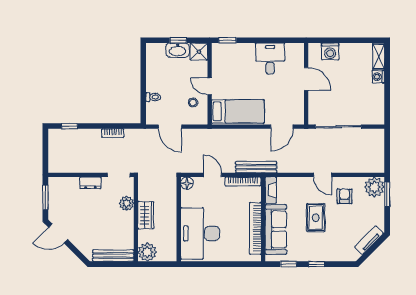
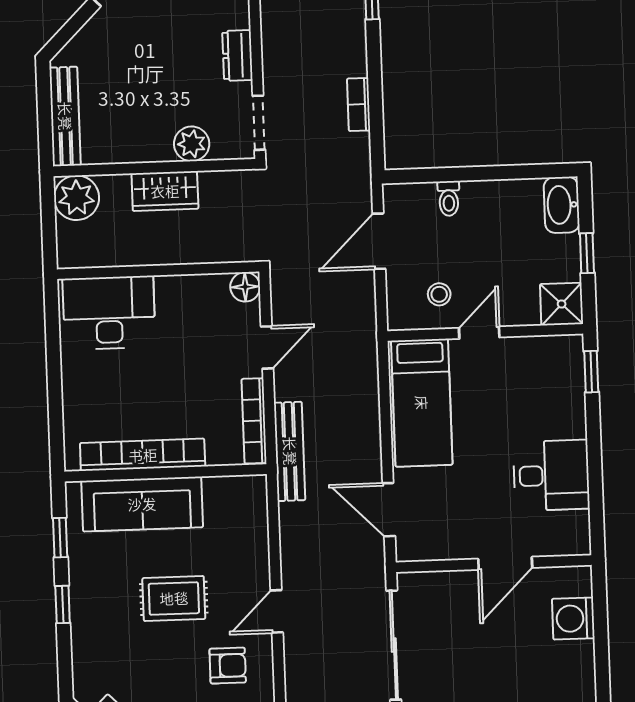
washbasin: (178, 50) -> (562, 205), moved
fireplace: (271, 190) -> (236, 489), removed
desk: (200, 233) -> (109, 313), width x0.73, depth x0.77

